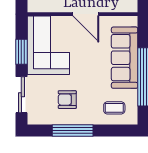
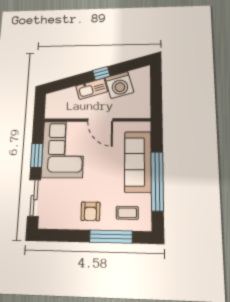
armchair: (67, 100) -> (90, 211), moved, turned -90
window: (73, 131) -> (111, 237), moved

